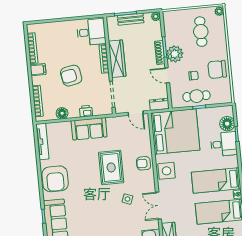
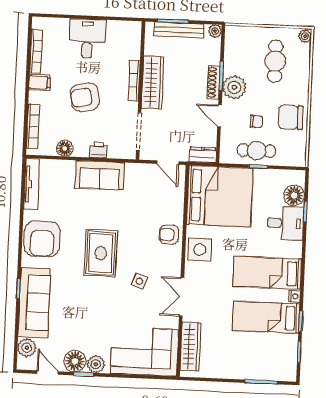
bench: (131, 19) -> (179, 30), width x1.36
desk: (91, 32) -> (87, 38), moved, turned -90
rug: (111, 167) -> (101, 253), moved

